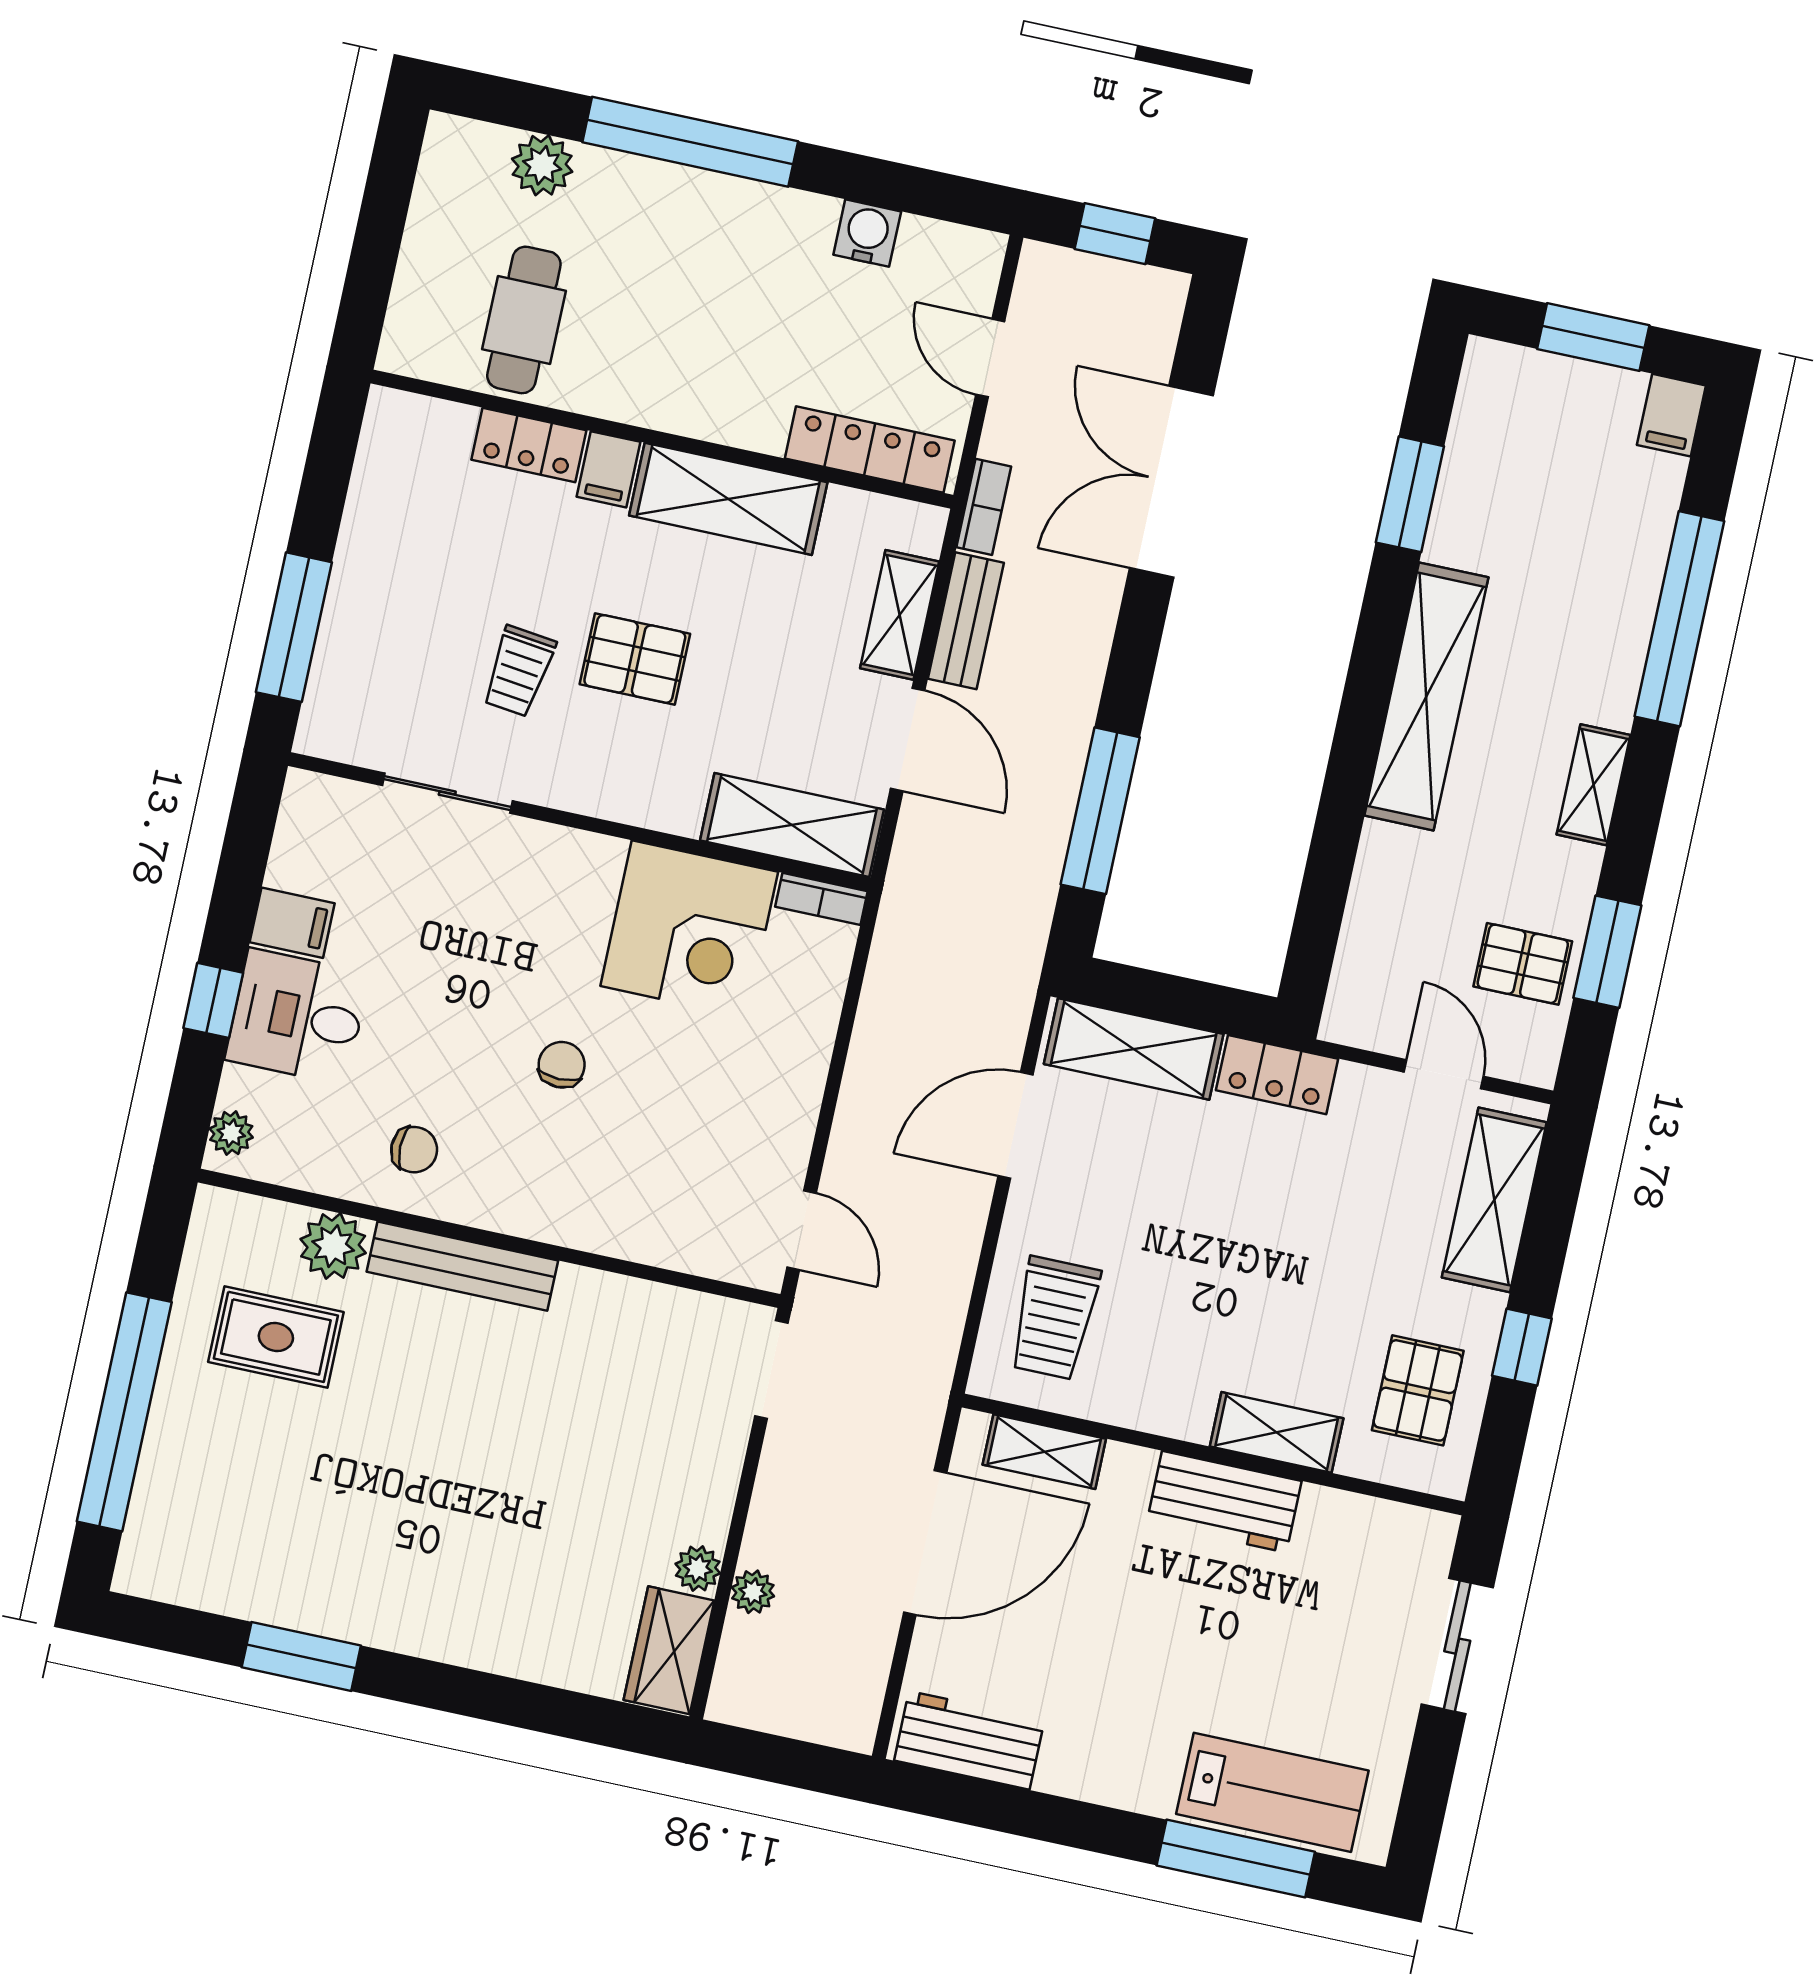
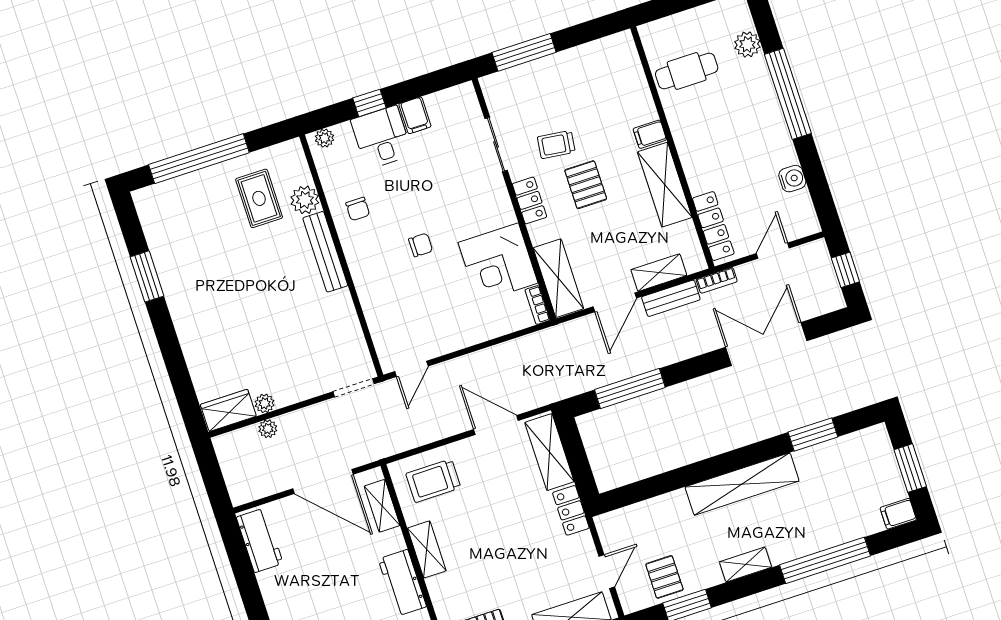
locker: (529, 445) -> (529, 200), moved, turned 180
shelving: (1277, 1432) -> (427, 549), moved

